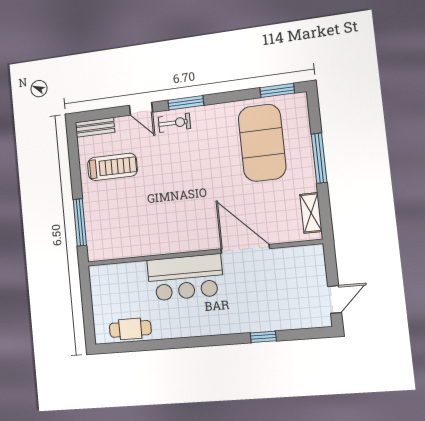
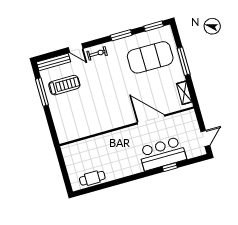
window: (186, 103) -> (121, 35), moved
bench: (95, 127) -> (54, 62), width x1.36
exercise mat: (262, 143) -> (150, 57), turned 90
window: (80, 222) -> (42, 92), moved
bar counter: (185, 277) -> (162, 154), moved, turned 180

